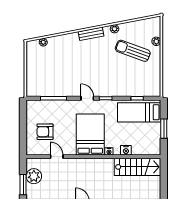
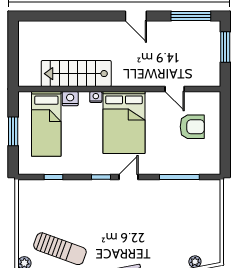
door: (87, 98) -> (129, 177), swing flipped
bed: (139, 112) -> (46, 124), moved, turned 90
stairs: (138, 167) -> (76, 74), moved
plant: (34, 176) -> (209, 60), removed

